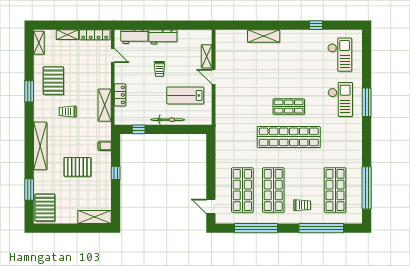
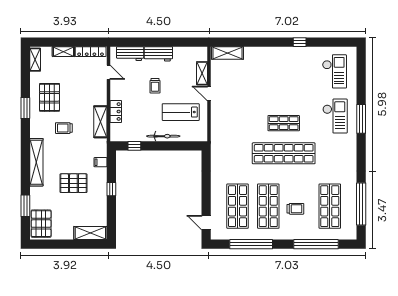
window: (316, 25) -> (300, 42), moved
shelving: (264, 36) -> (228, 53), moved
trolley: (302, 205) -> (295, 209), moved

